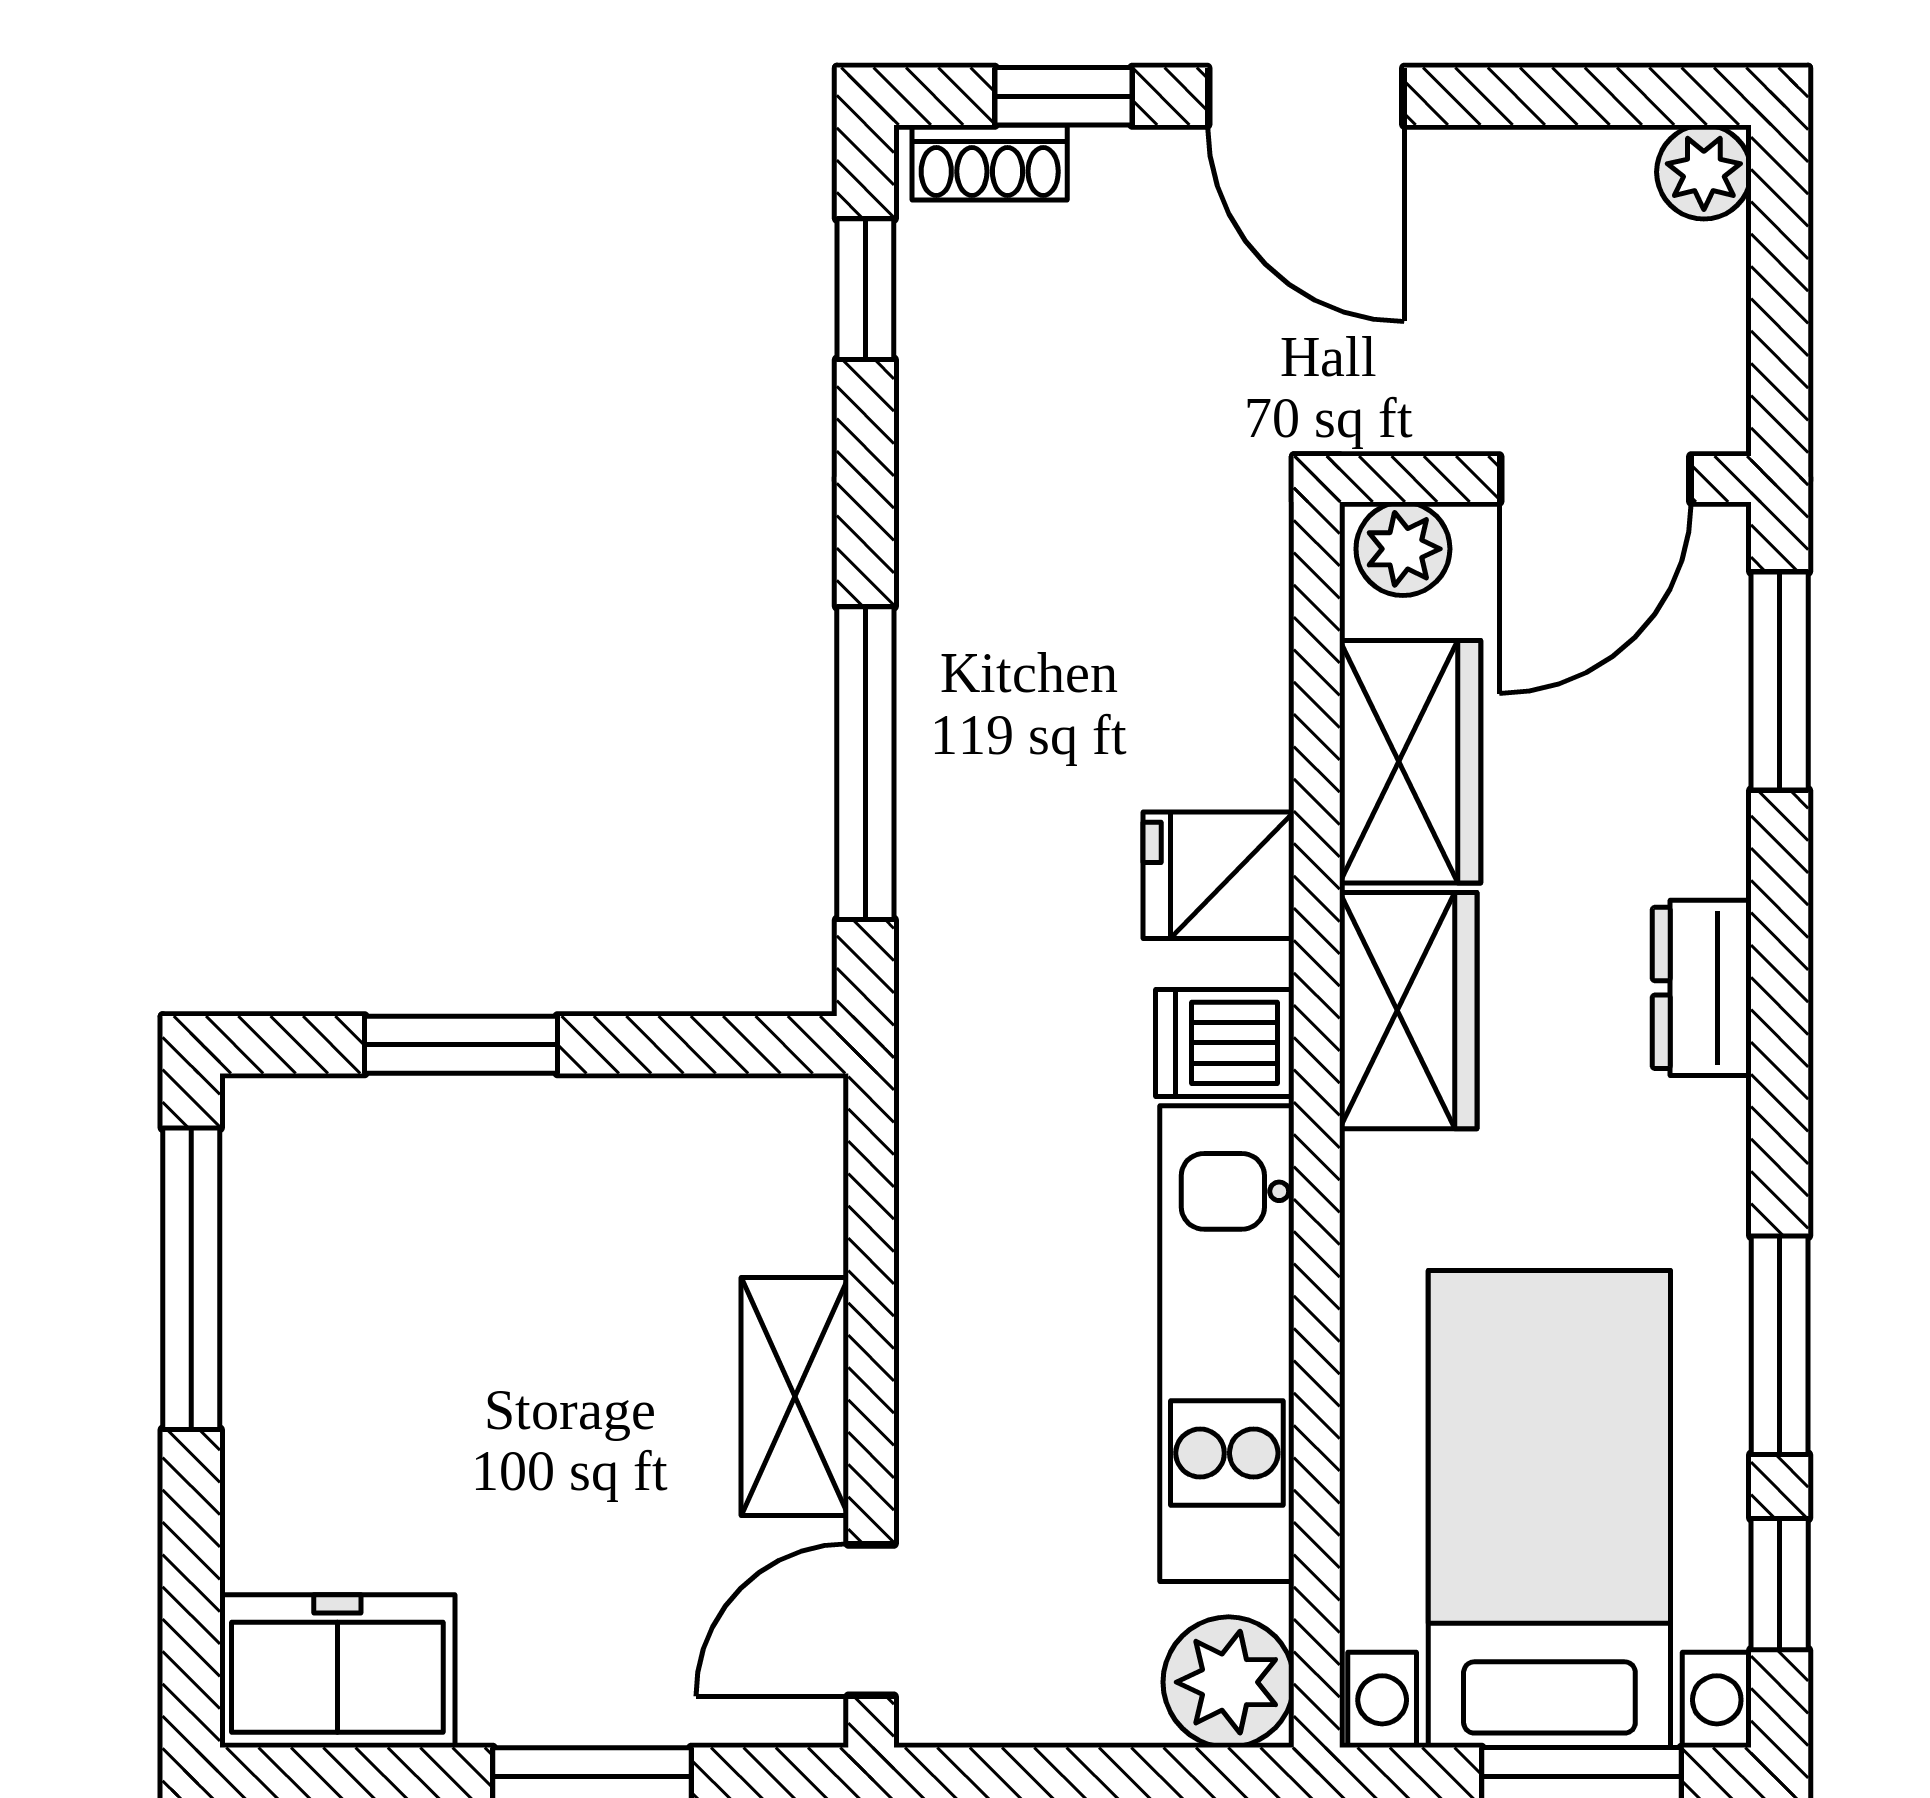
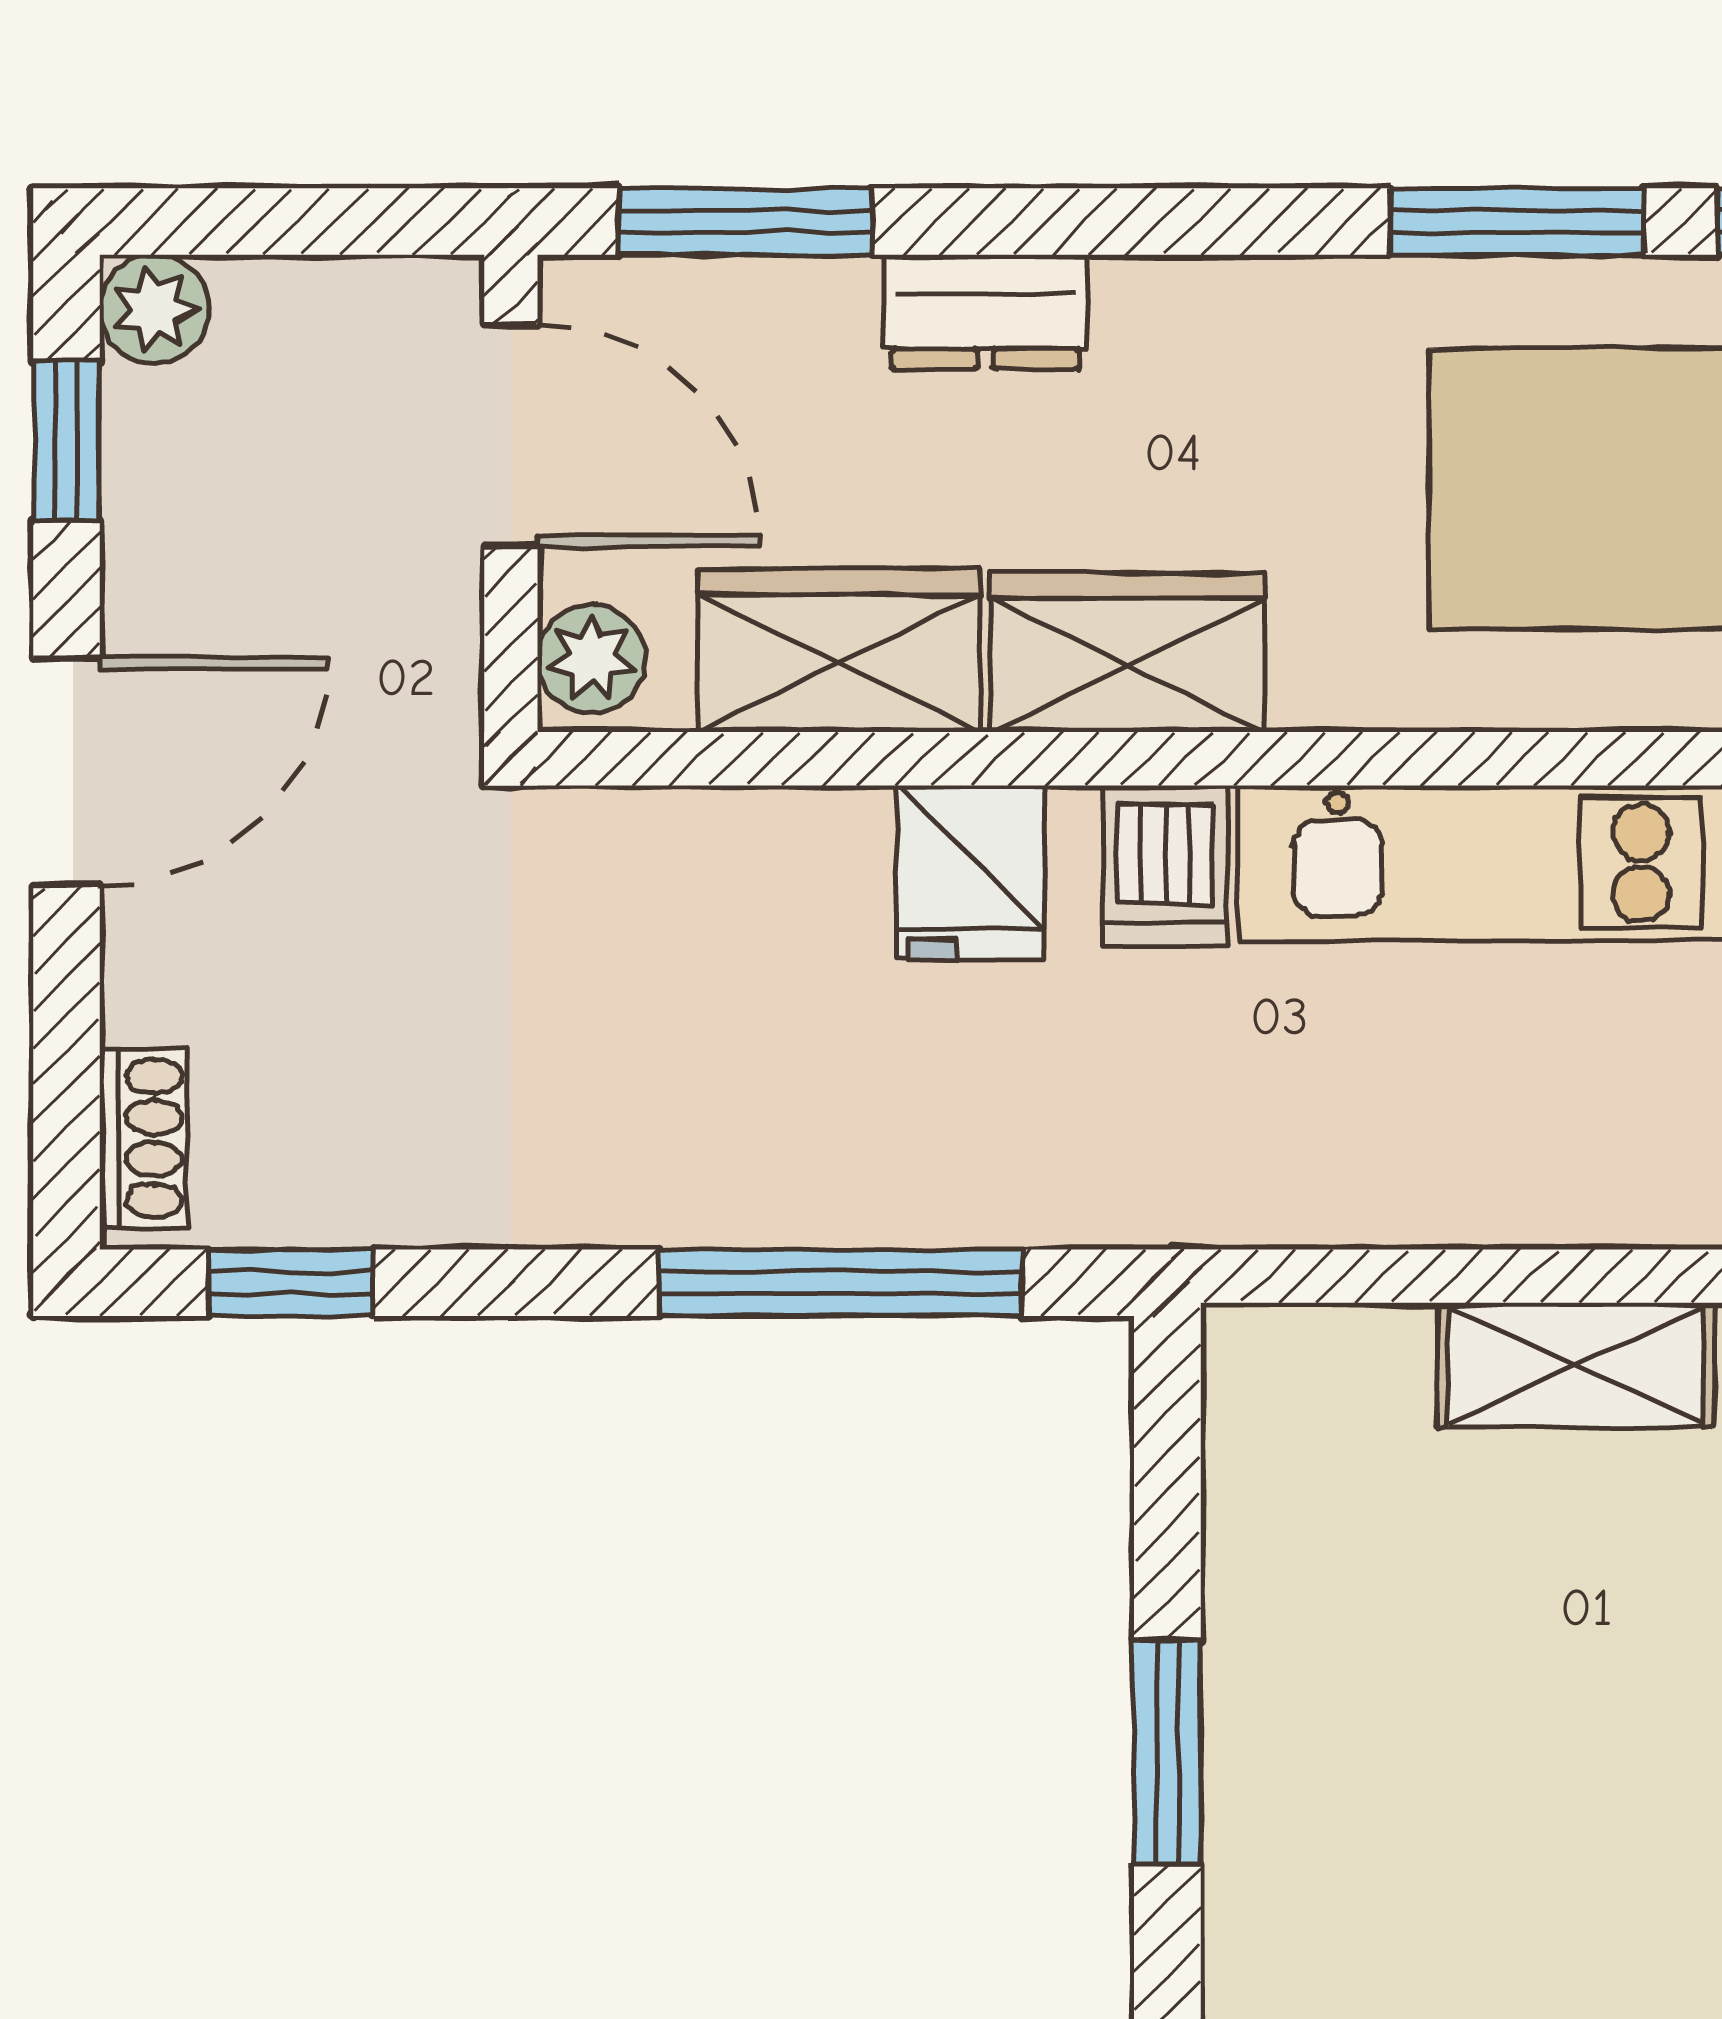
window: (1063, 96) -> (67, 441), moved
dresser: (1702, 988) -> (986, 312), moved

